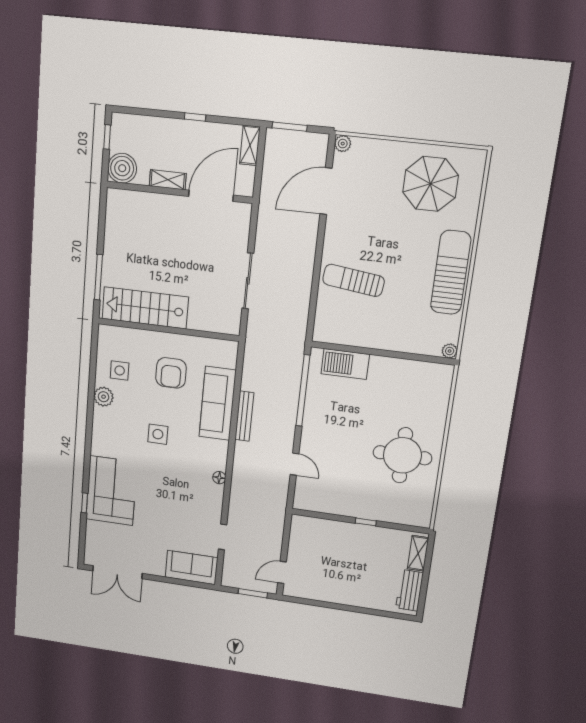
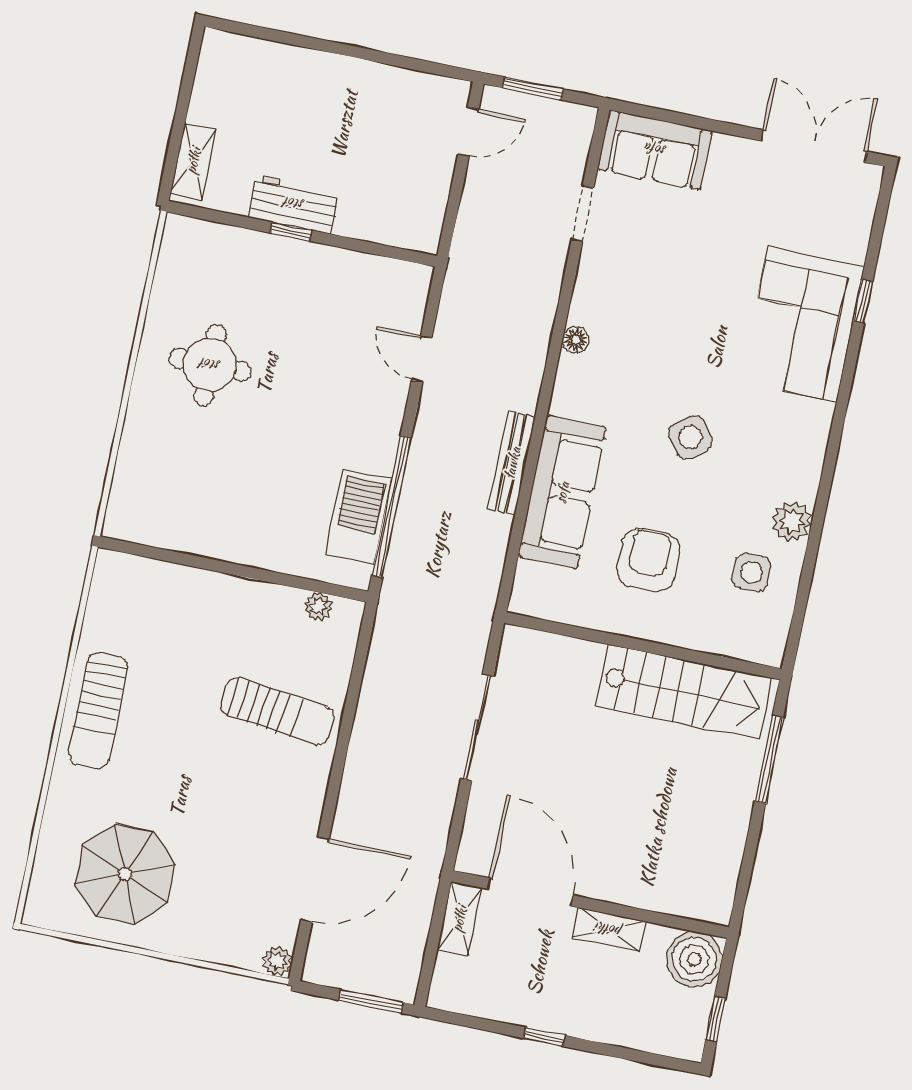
shelving: (250, 145) -> (459, 919), moved
door: (211, 196) -> (530, 892), swing flipped
sun lounger: (451, 272) -> (98, 711), width x0.73, depth x0.75
plant: (450, 351) -> (318, 606), moved
barbecue: (345, 364) -> (358, 517), moved, turned -90
side table: (158, 434) -> (690, 437), turned -38
round table: (402, 455) -> (210, 365), width x0.73, depth x0.73
workbench: (409, 590) -> (294, 204), moved, turned -90

